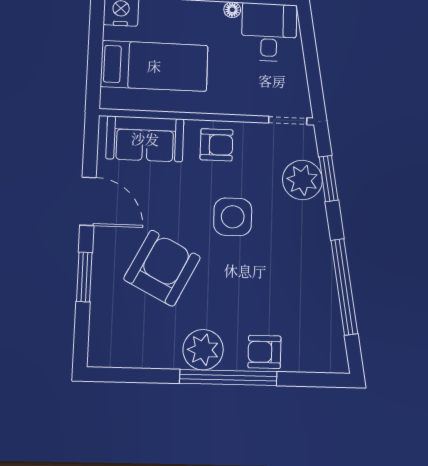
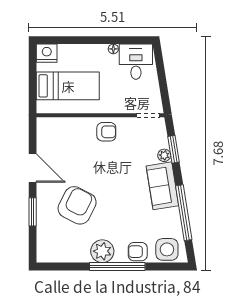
sofa: (145, 139) -> (162, 186), moved, turned 81
plant: (302, 180) -> (164, 155), width x0.53, depth x0.53
side table: (233, 217) -> (167, 249), moved

